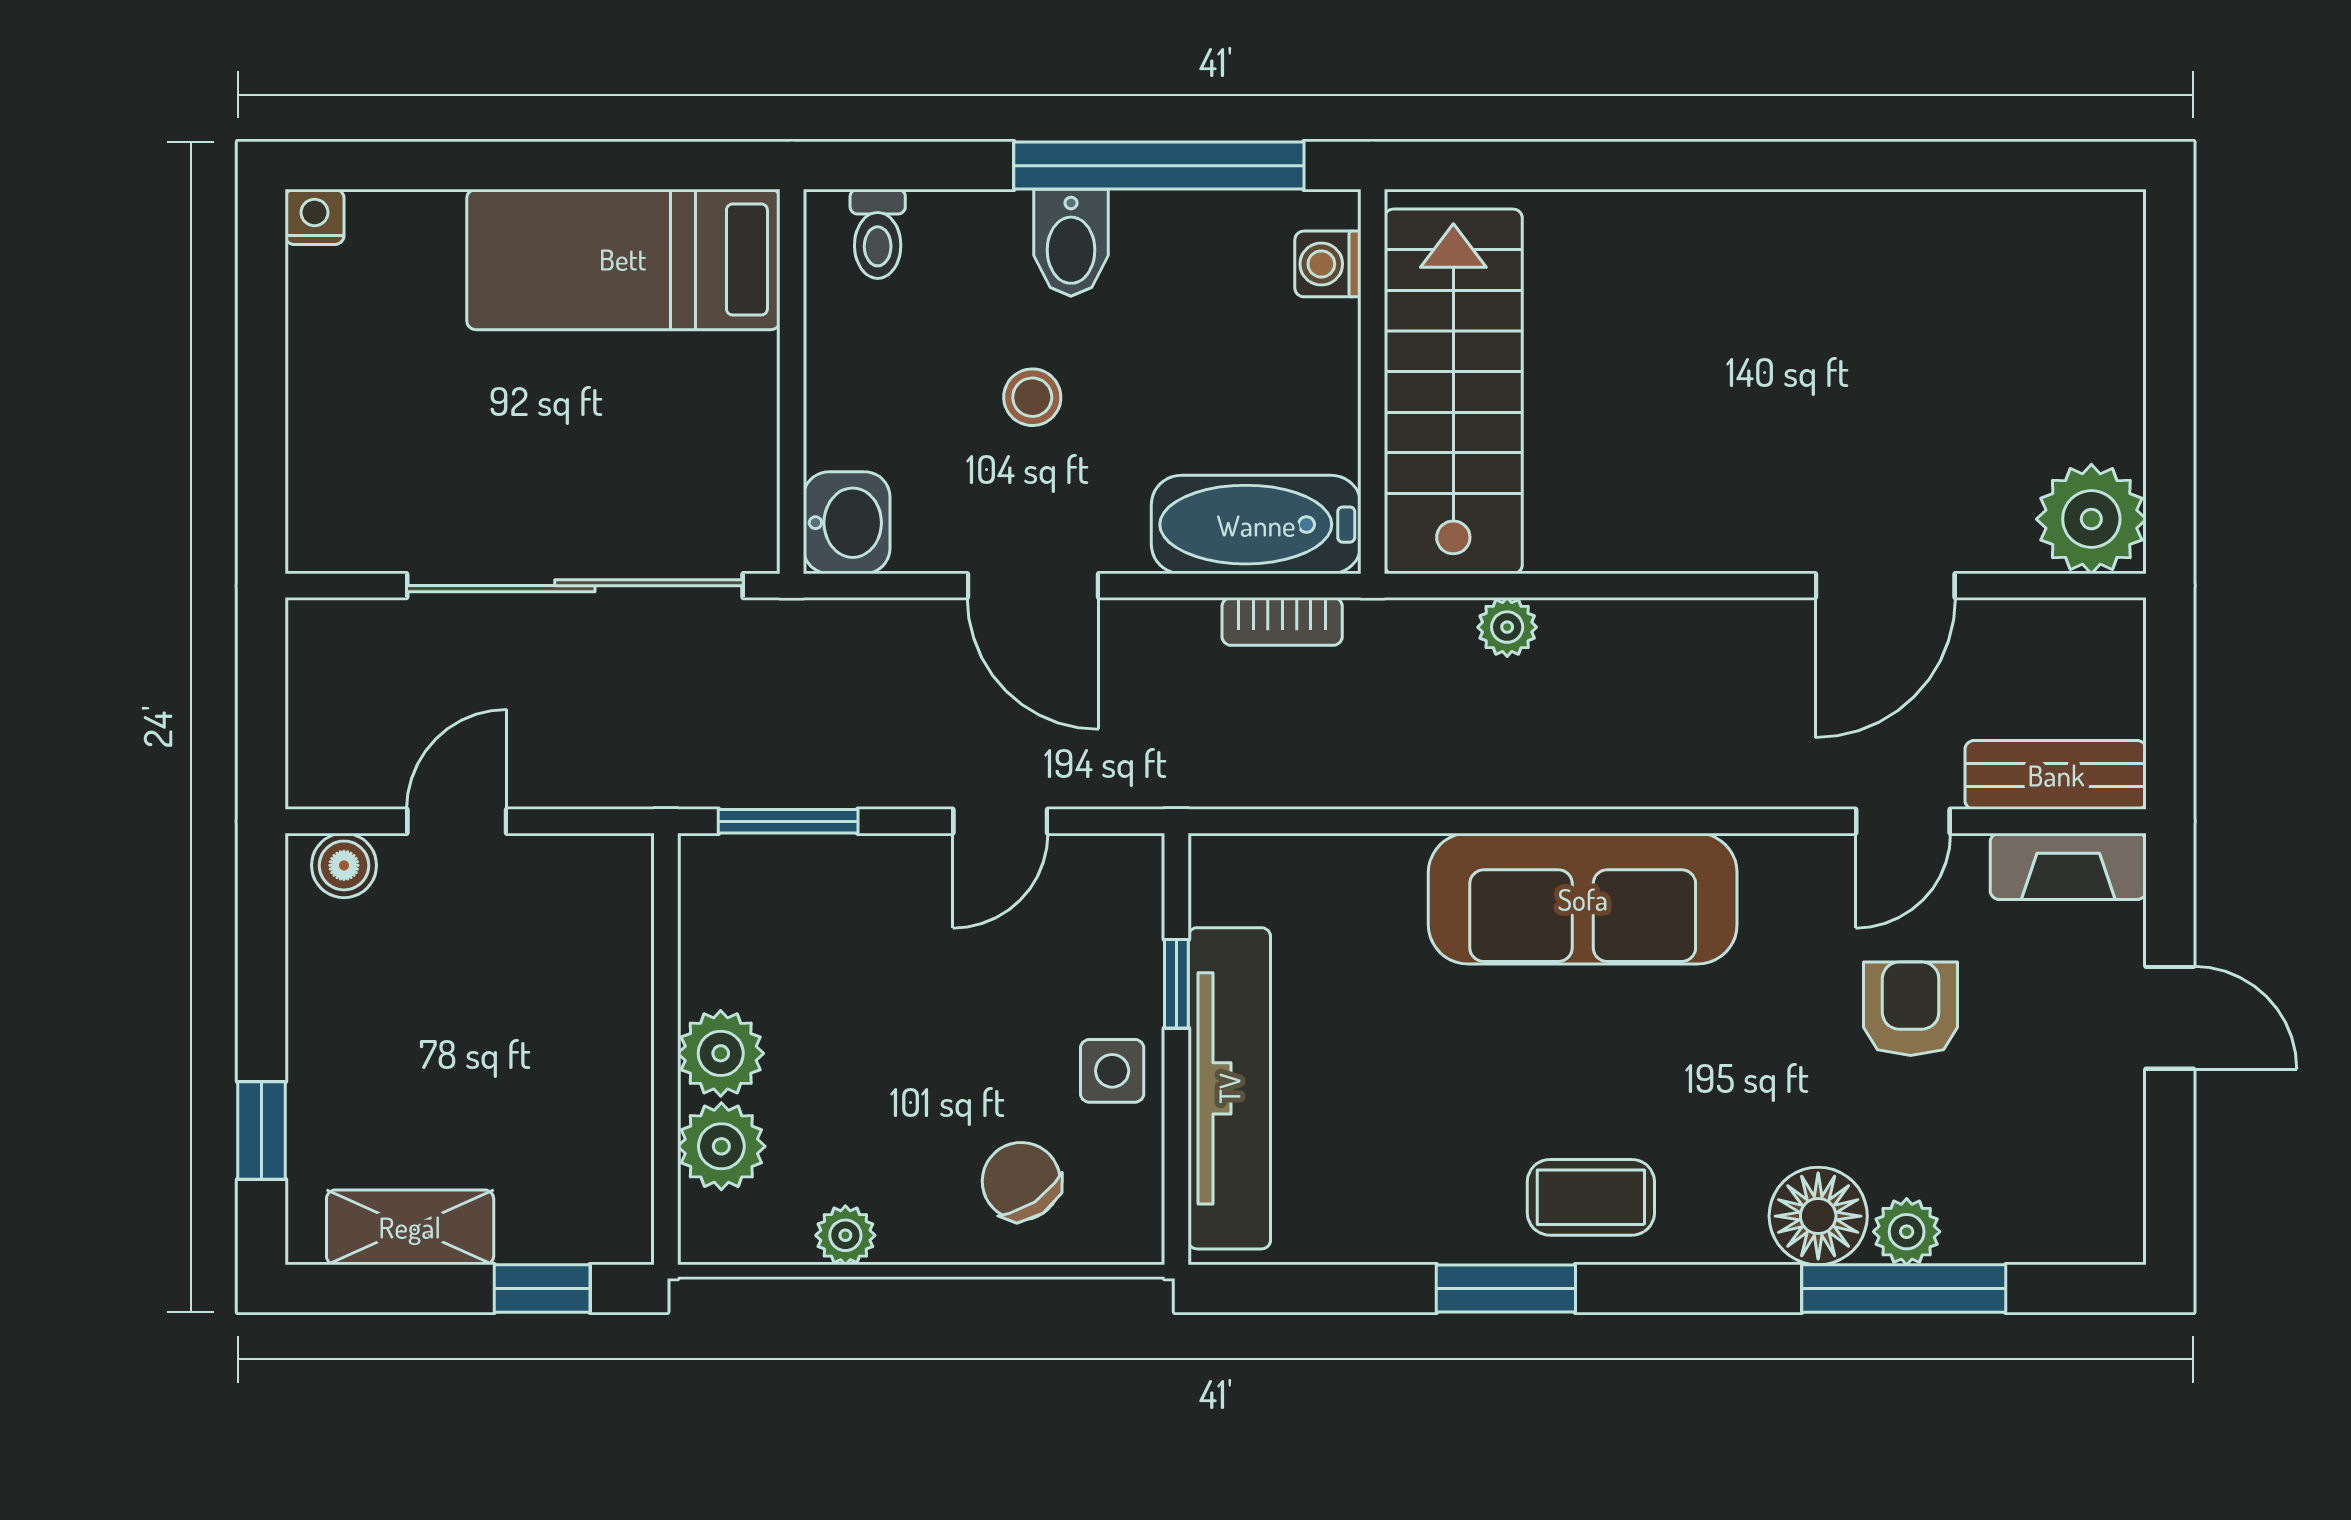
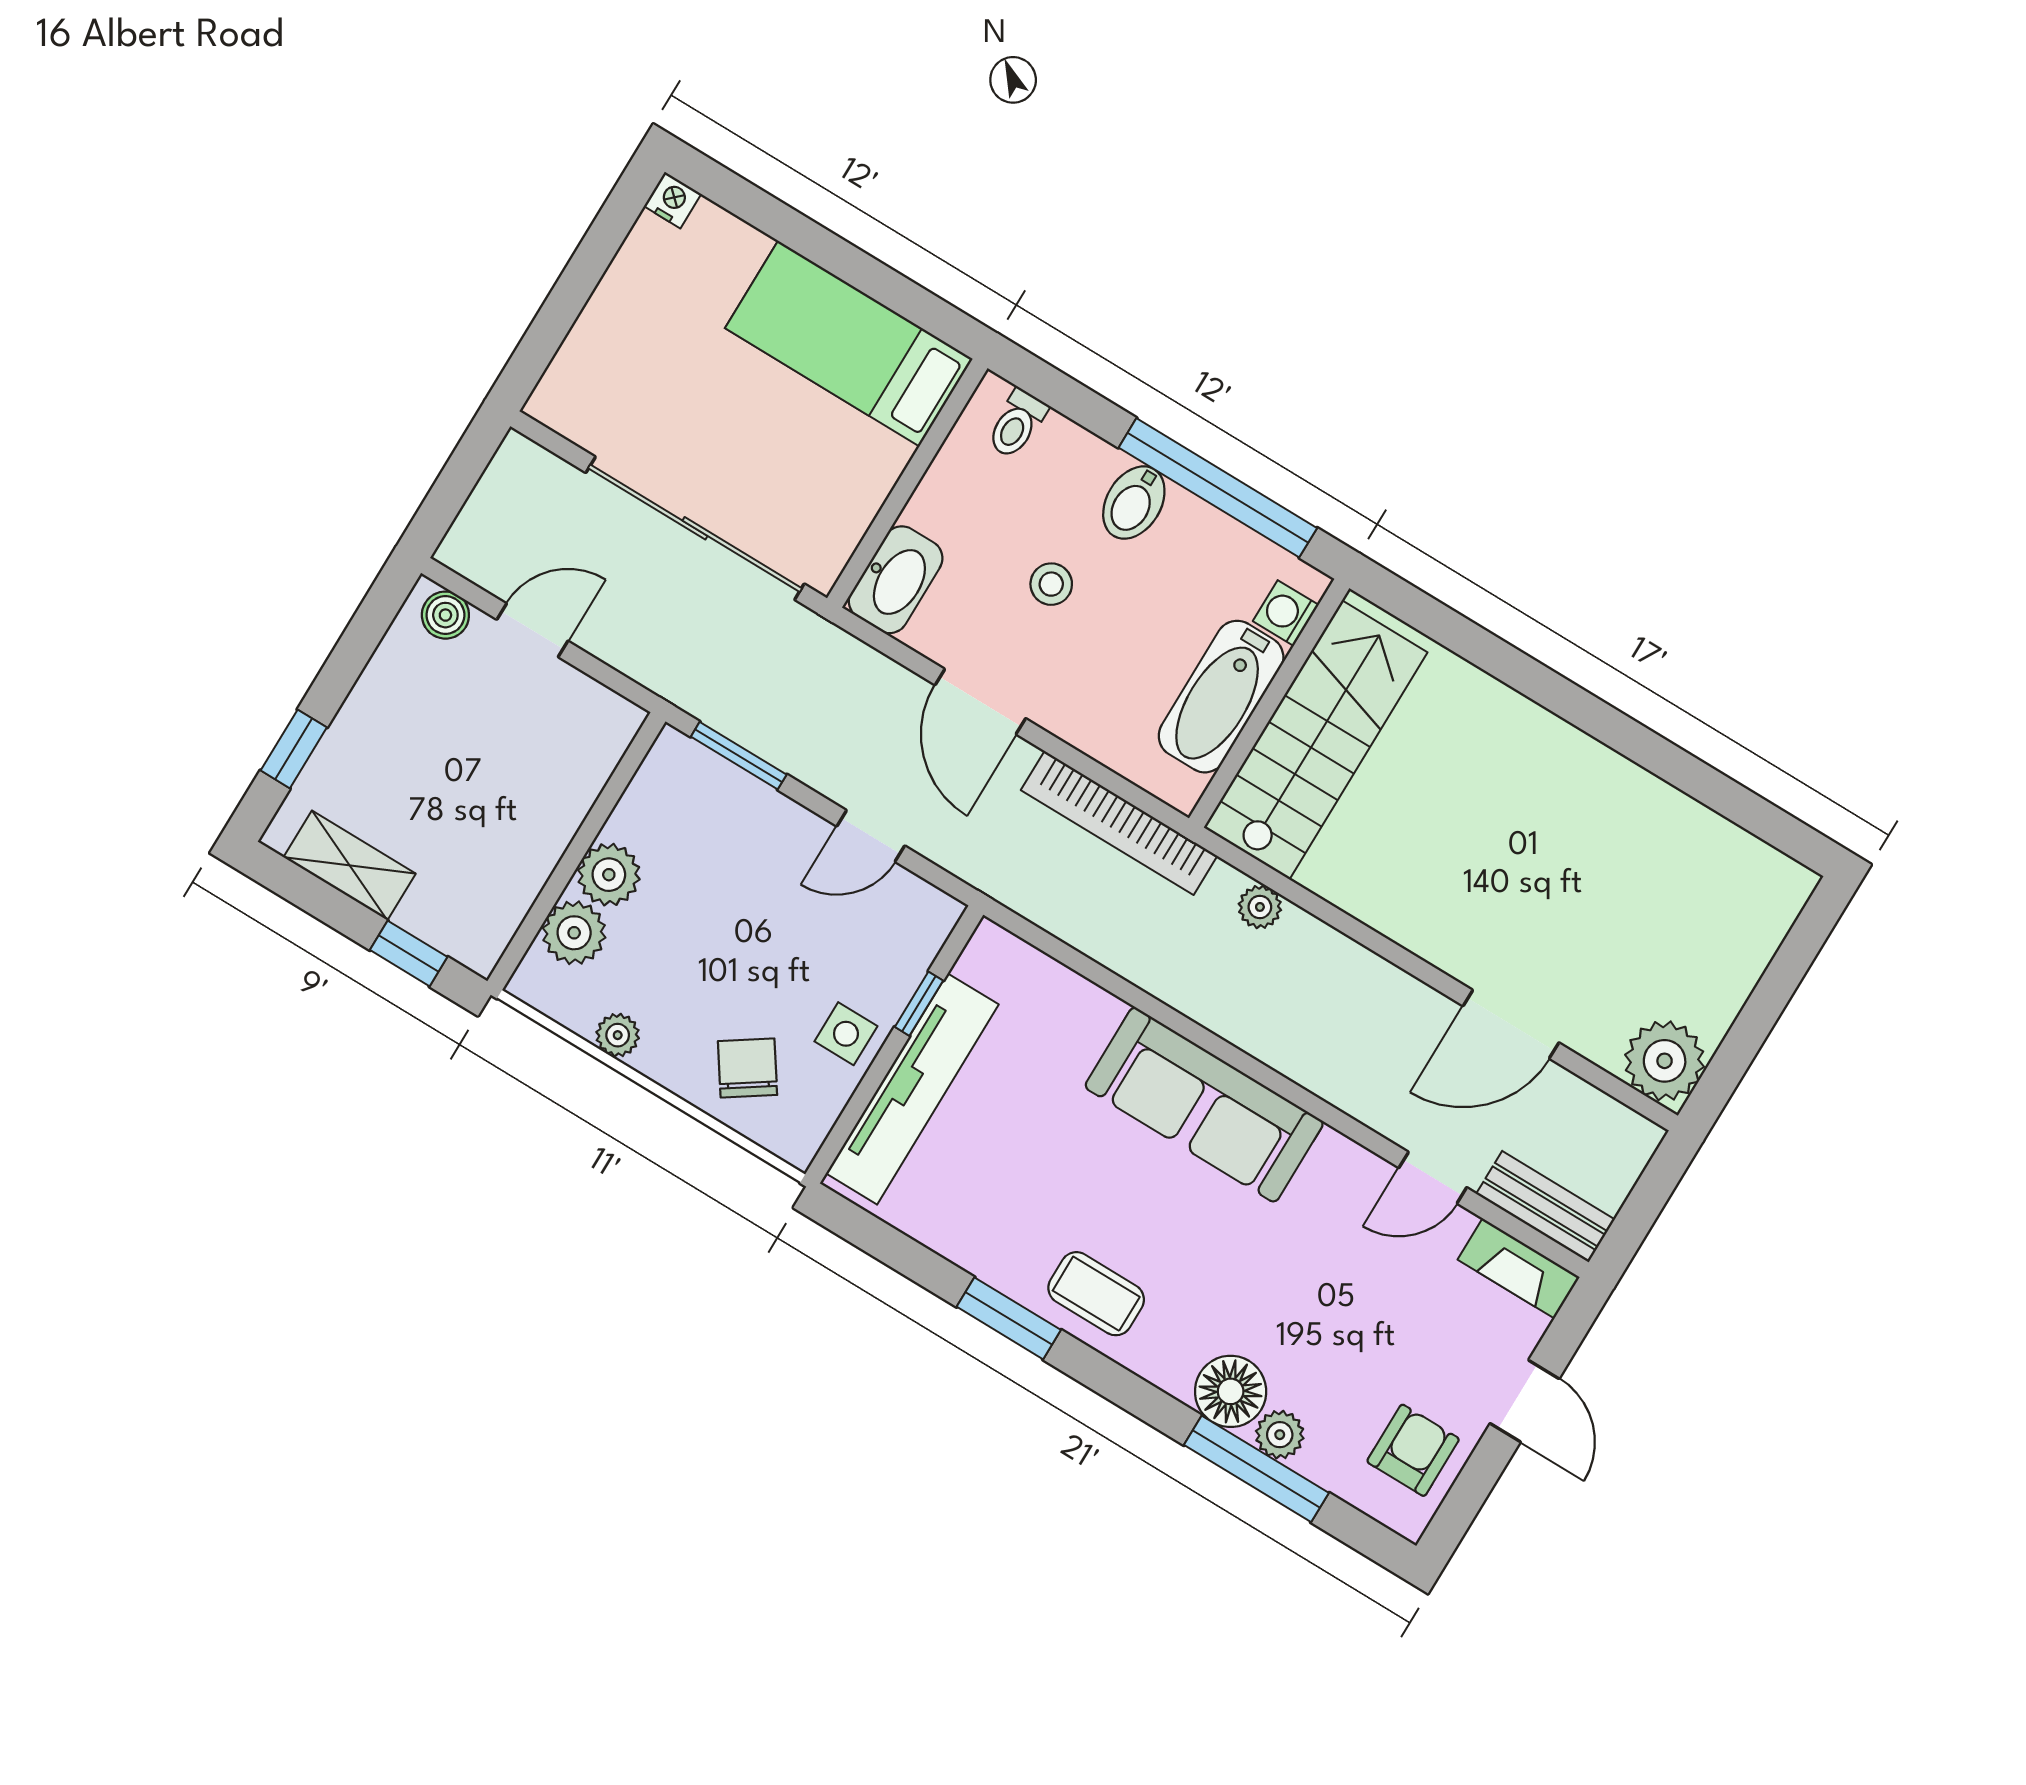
washbasin: (847, 523) -> (896, 580), width x1.38
bathtub: (1256, 525) -> (1221, 697), moved, turned -90
bookcase: (1282, 621) -> (1119, 823), width x2.31, depth x1.31
armchair: (1911, 1009) -> (1413, 1450), moved

